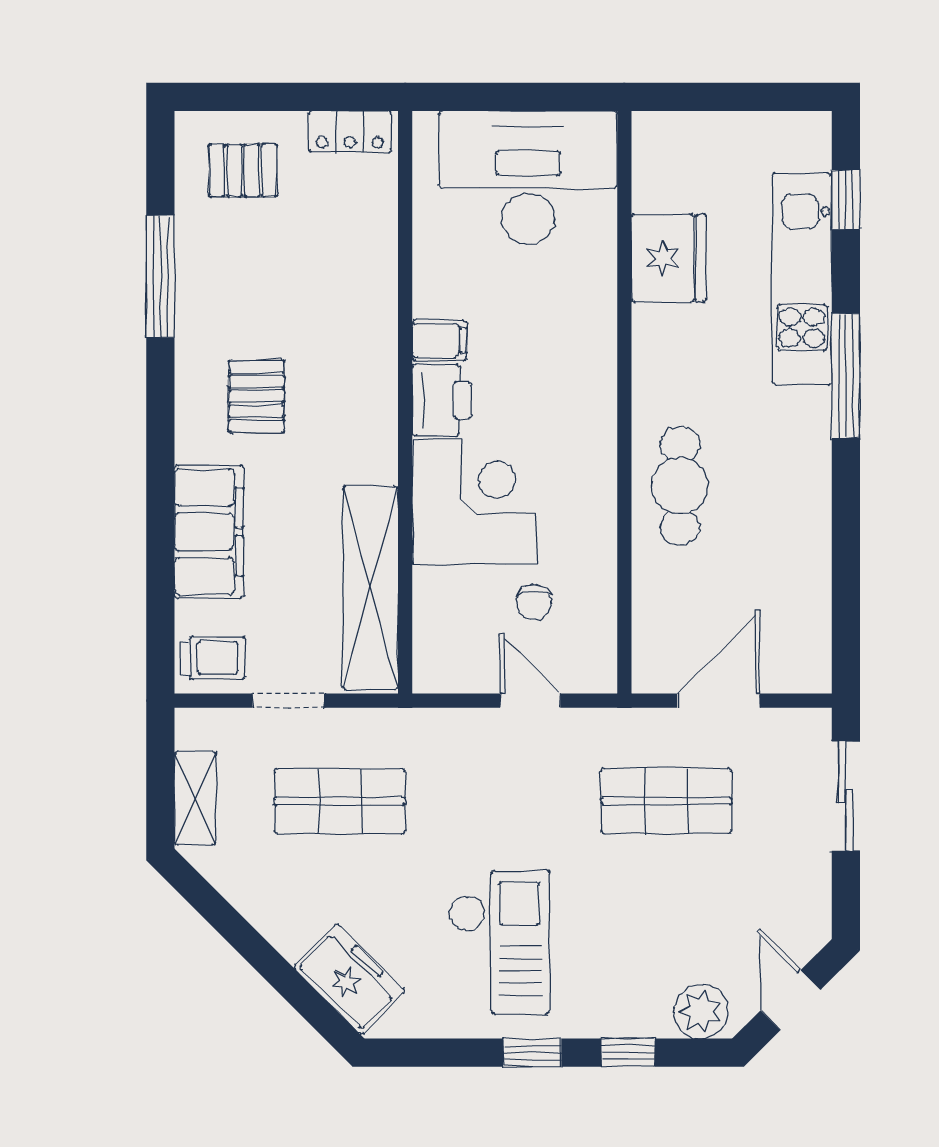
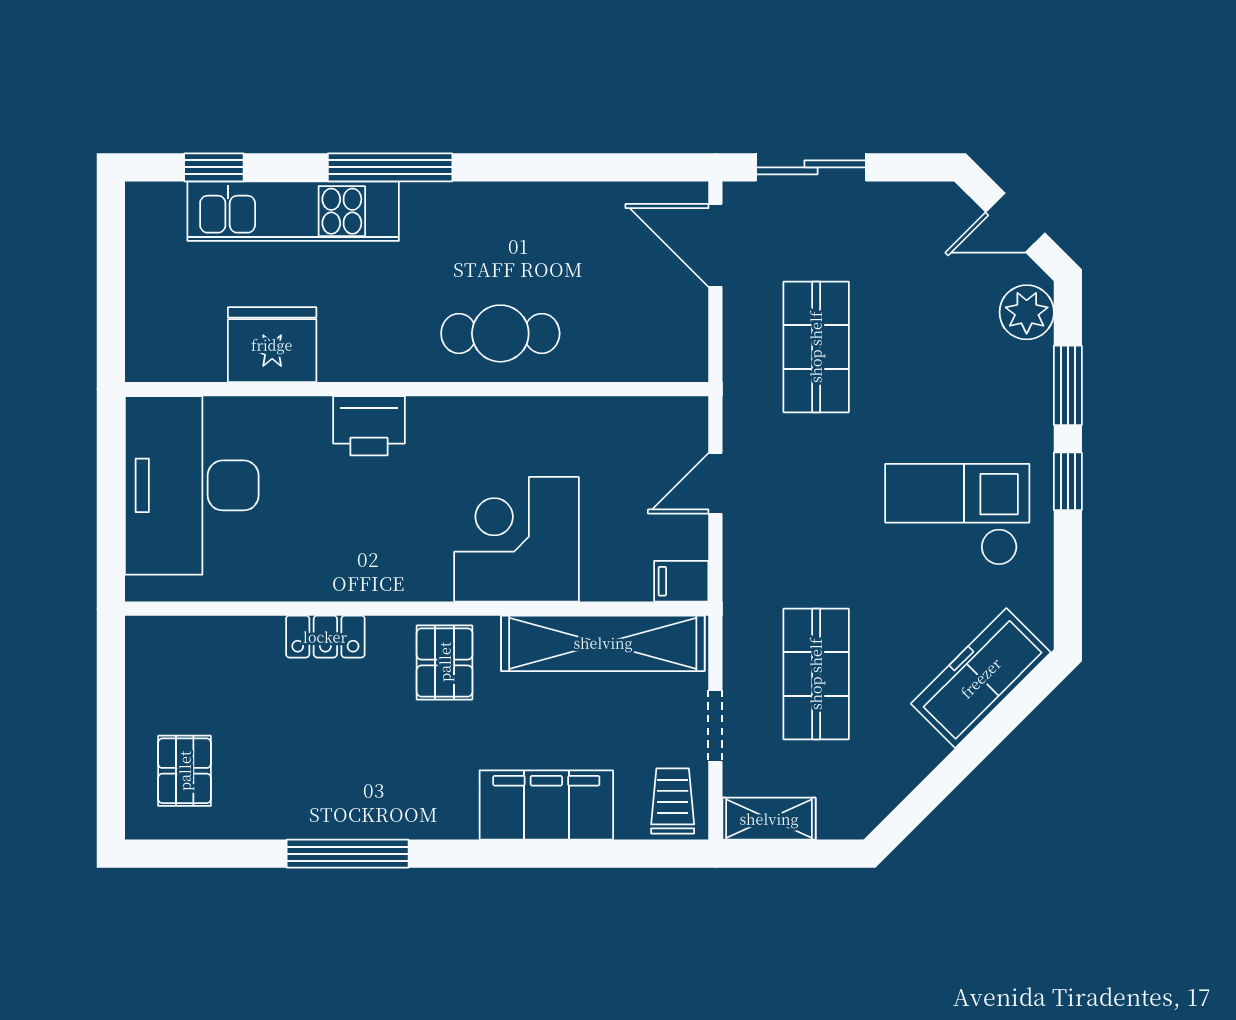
locker: (350, 132) -> (325, 637), moved, turned 90
window: (160, 276) -> (348, 854), moved
filing cabinet: (439, 340) -> (681, 581), moved, turned -90
pallet: (256, 396) -> (445, 662), moved, turned 90
printer: (442, 400) -> (369, 426), moved, turned 180
chair: (534, 602) -> (617, 479), removed
door: (719, 701) -> (715, 245), moved
shelving: (195, 798) -> (769, 819), moved
freezer: (349, 979) -> (981, 678), width x1.40
window: (628, 1053) -> (1068, 385), width x1.50

